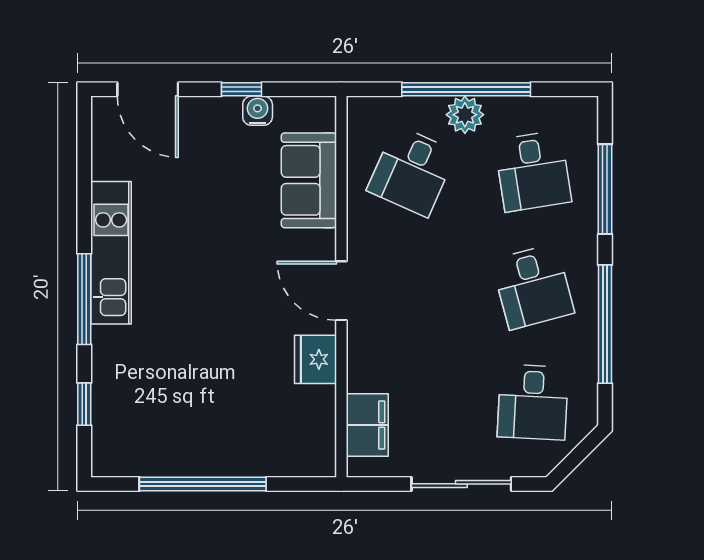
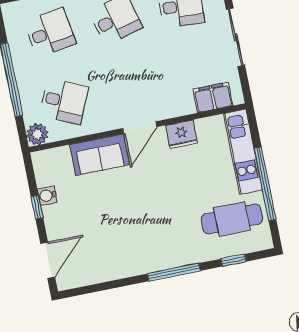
plant: (465, 115) -> (37, 134), moved
sofa: (309, 180) -> (99, 155), moved
kitchen unit: (111, 253) -> (243, 152), moved, turned -90
cafe table: (155, 416) -> (232, 219), added

